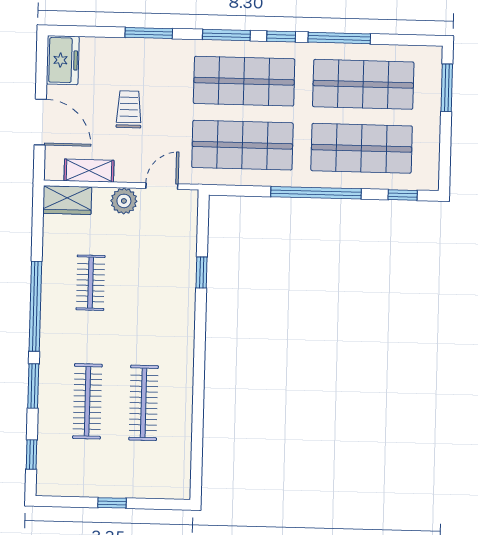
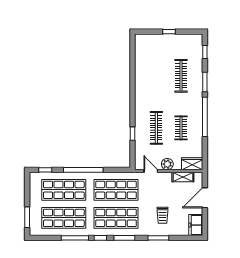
trolley: (129, 109) -> (163, 215), moved
door: (40, 122) -> (205, 198), hinge flipped
door: (162, 186) -> (151, 171), swing flipped
clothes rail: (144, 403) -> (156, 128), moved

